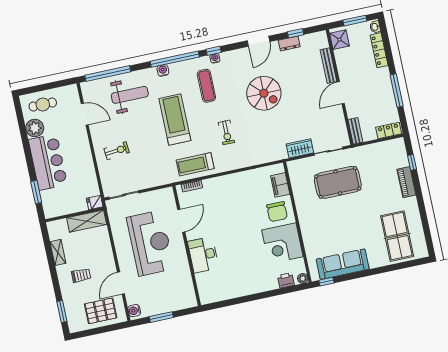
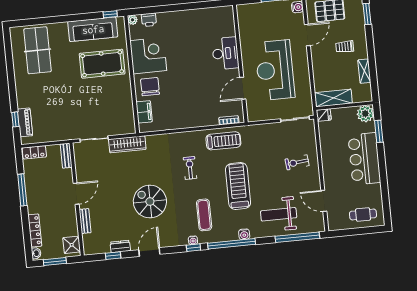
bench: (328, 66) -> (85, 221), width x0.73
treadmill: (175, 119) -> (238, 186), turned 180
plant: (35, 128) -> (365, 114), moved
wardrobe: (300, 148) -> (127, 144), width x1.50
pool table: (338, 182) -> (102, 64), moved
piano: (406, 182) -> (25, 122), moved

